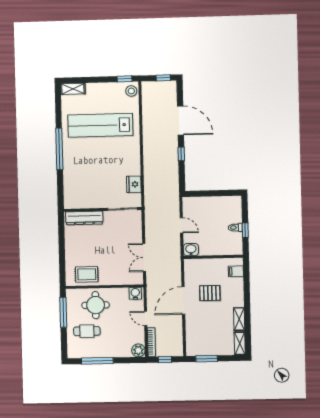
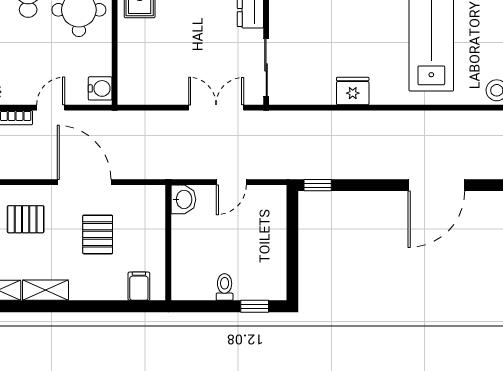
window: (181, 154) -> (318, 185), moved
fridge: (134, 184) -> (353, 91), moved
window: (245, 230) -> (255, 306), moved
double door: (144, 258) -> (216, 108), moved
pallet: (203, 330) -> (26, 219), added

